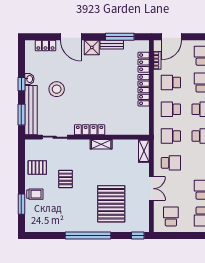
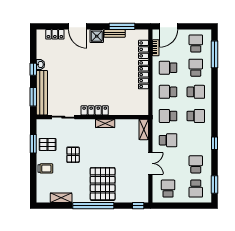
stool: (57, 89) -> (65, 74), removed
window: (21, 204) -> (33, 144), moved
pallet: (111, 204) -> (103, 184), moved
shelving: (52, 227) -> (61, 198), added

